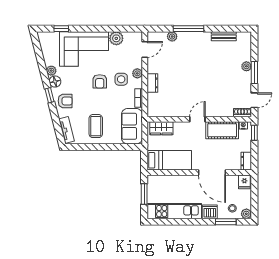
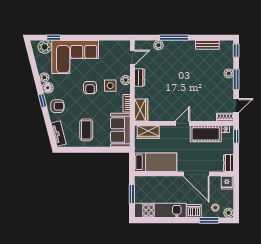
plant: (116, 38) -> (45, 47), moved
window: (254, 42) -> (236, 51), added
dresser: (152, 83) -> (140, 77), moved
wardrobe: (154, 105) -> (141, 110), added

